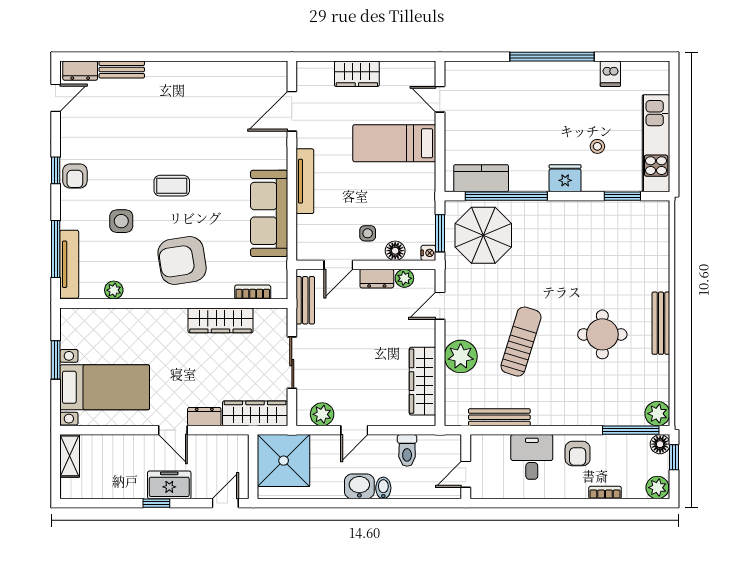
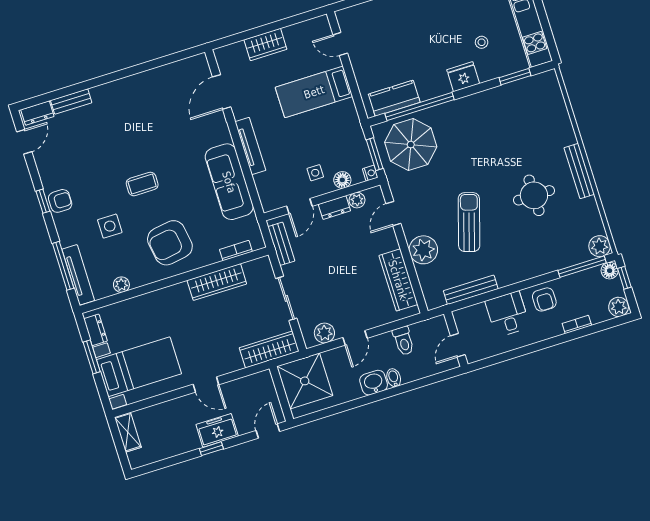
armchair: (75, 176) -> (60, 201), turned -90
dresser: (204, 417) -> (95, 330), moved, turned 90

